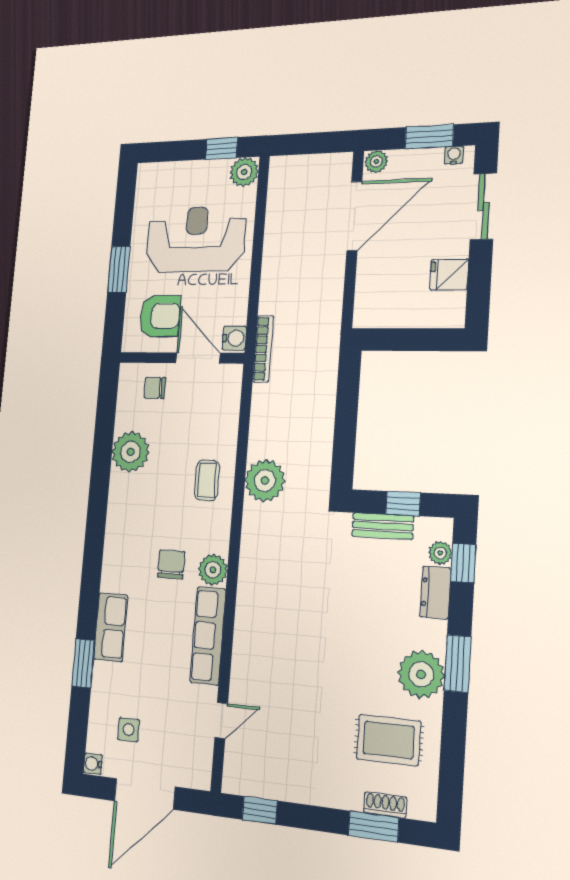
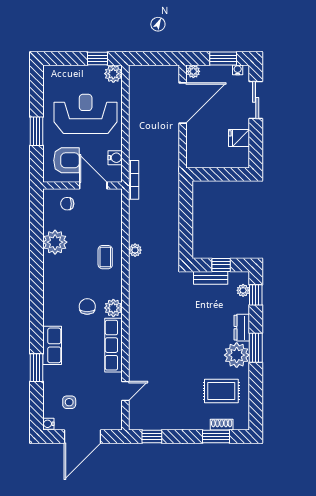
water cooler: (234, 338) -> (115, 158), moved
plant: (265, 481) -> (135, 250), width x0.53, depth x0.53
dresser: (435, 592) -> (242, 328), moved

